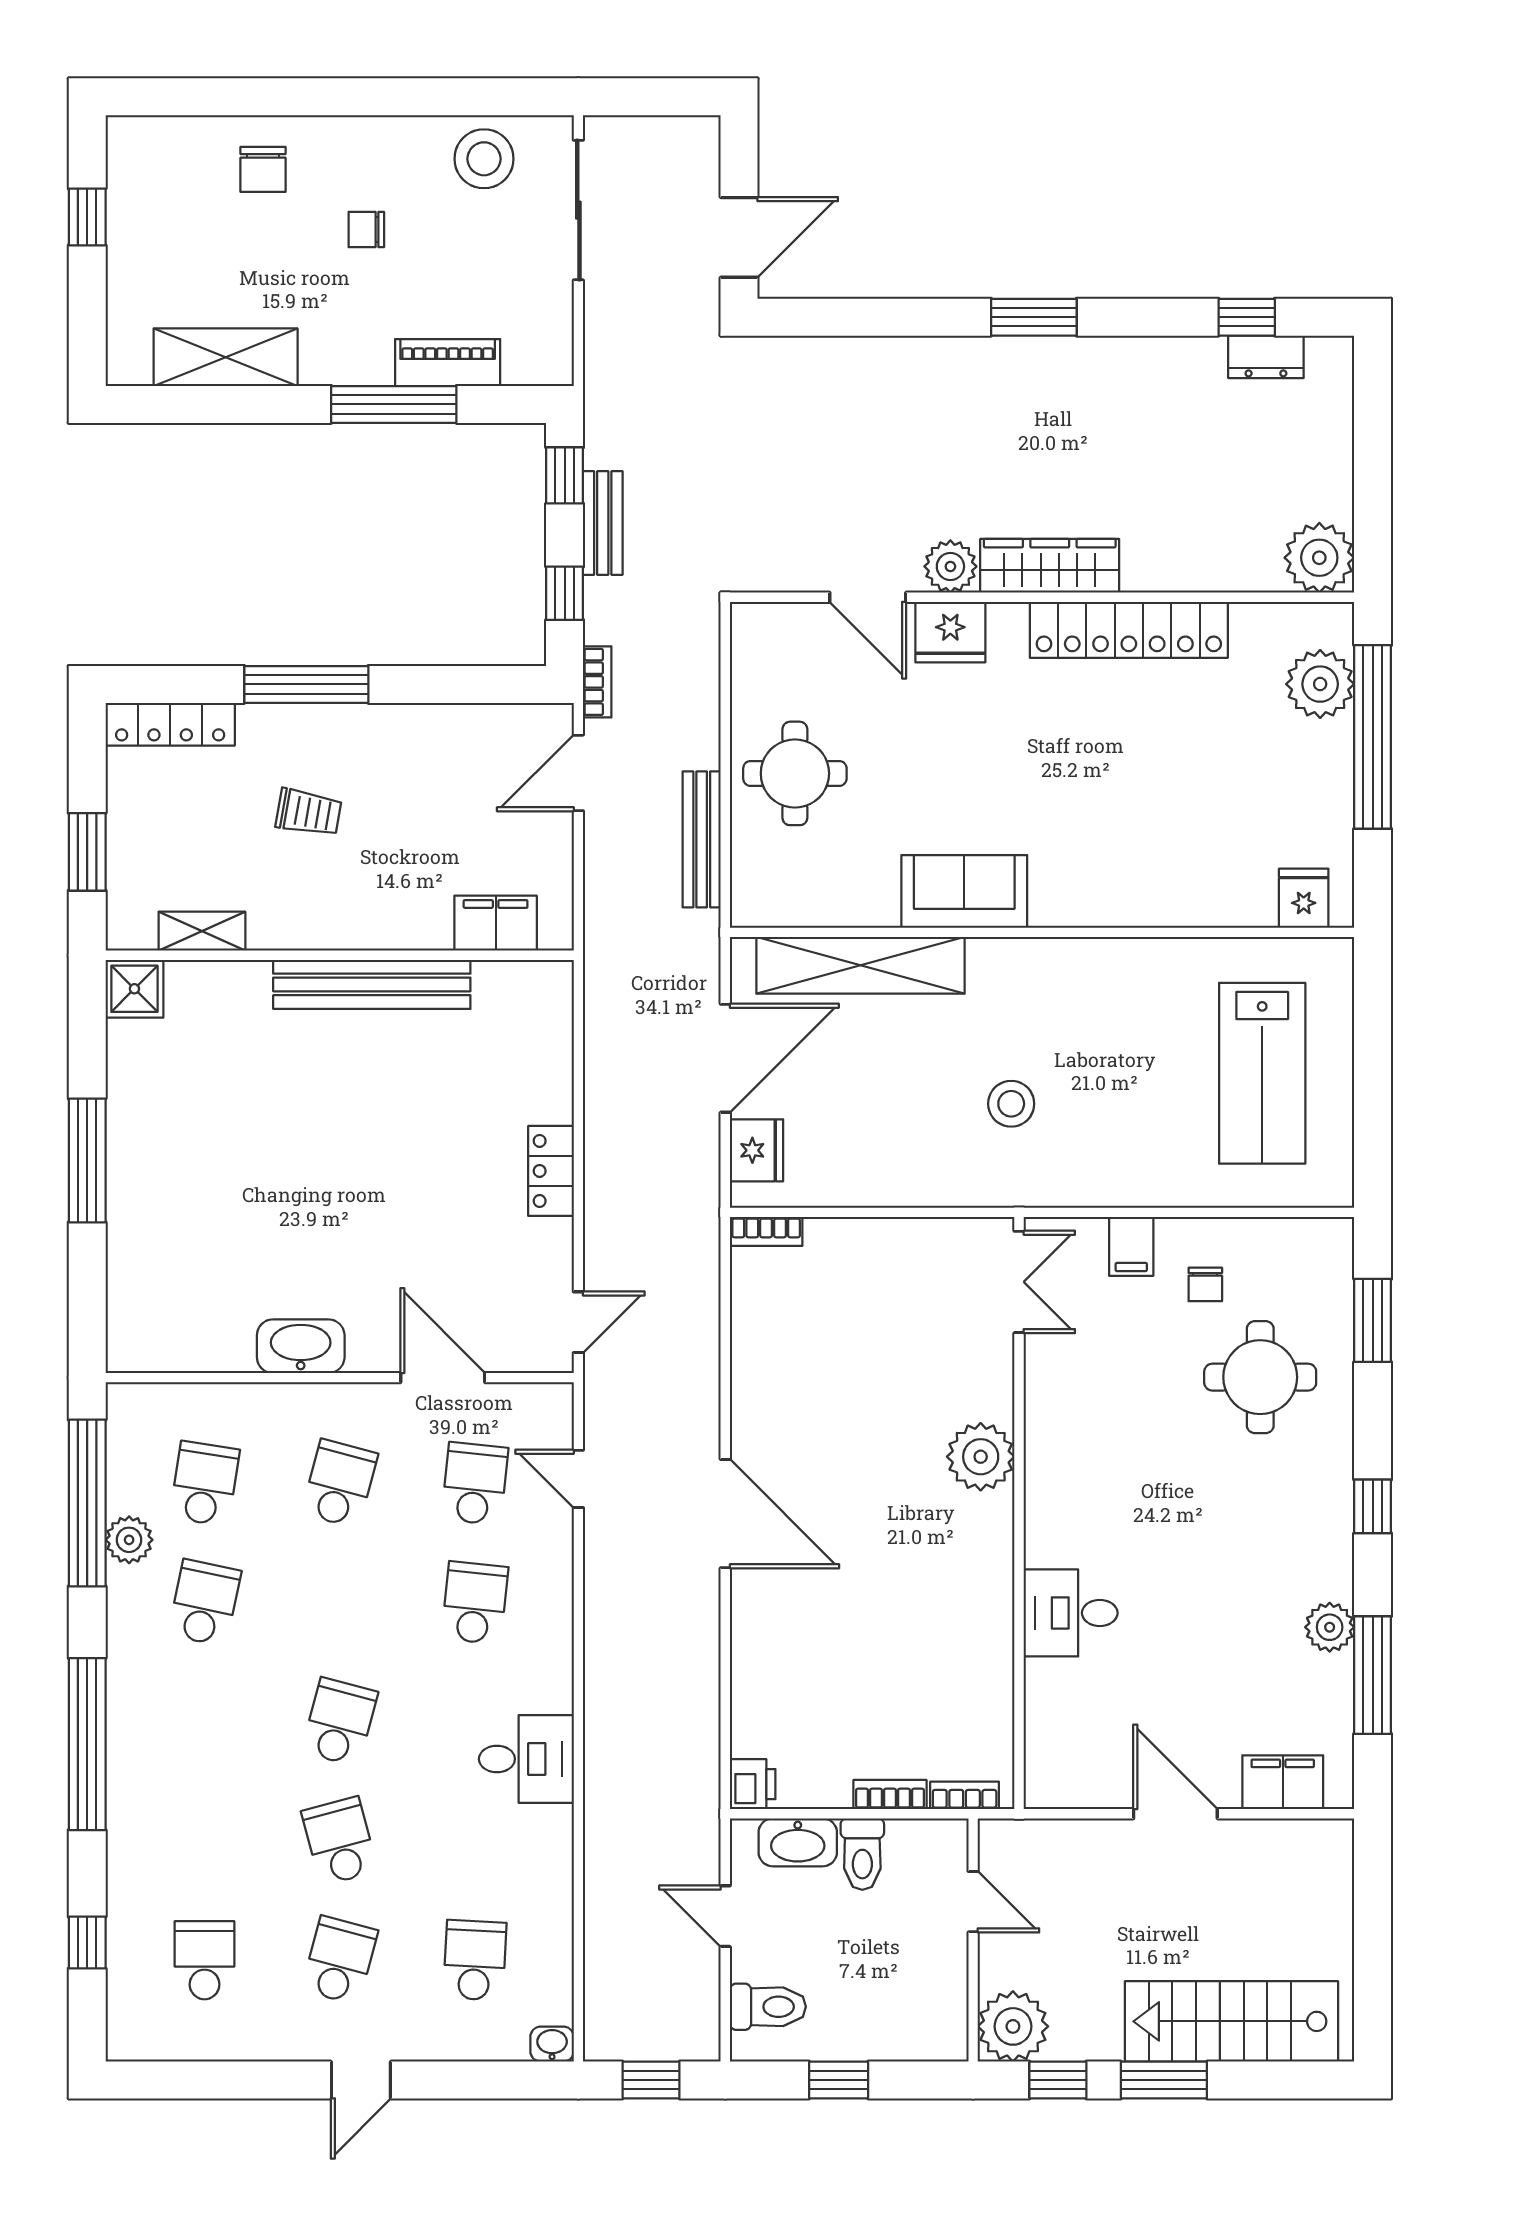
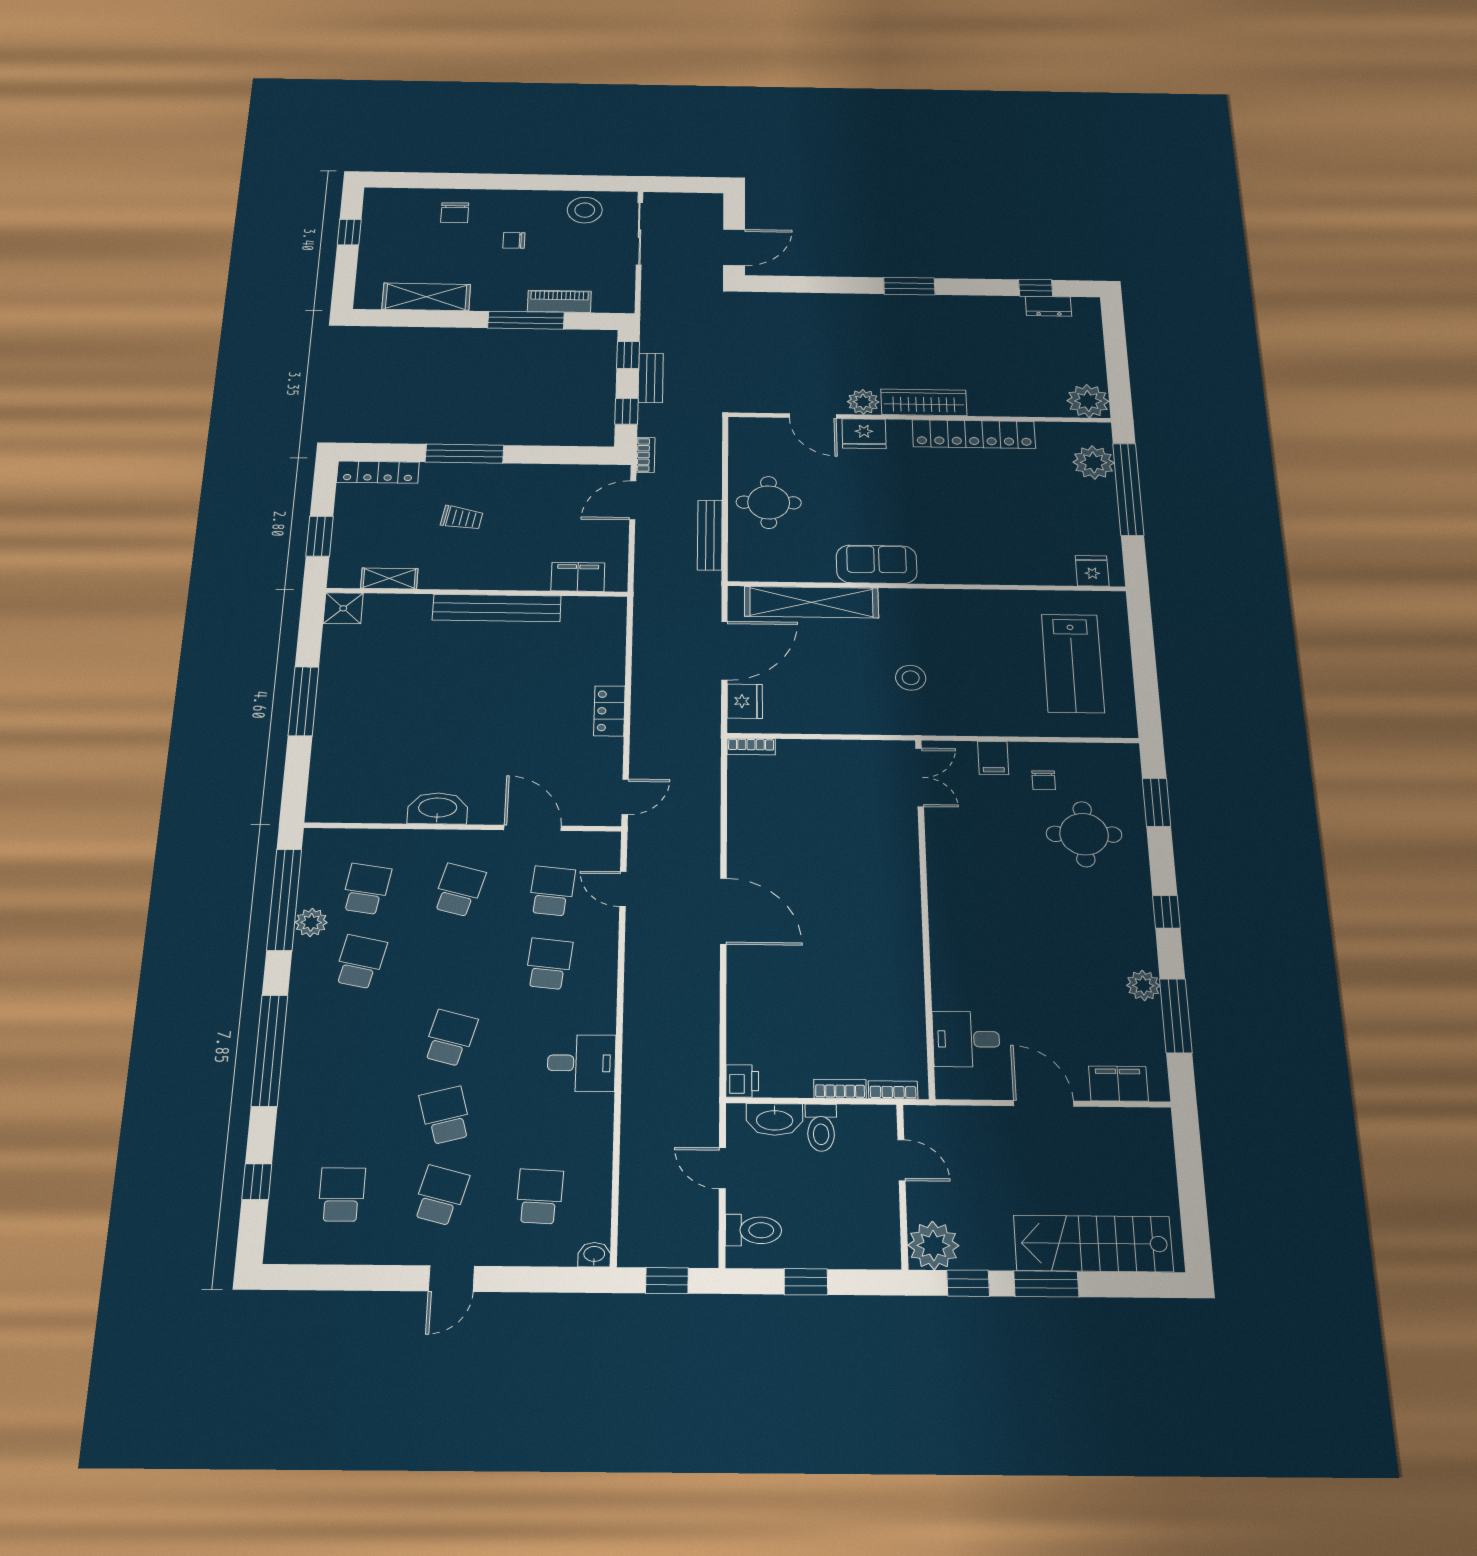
plant: (981, 1457) -> (898, 879), removed
desk: (1071, 1613) -> (966, 1039), moved

